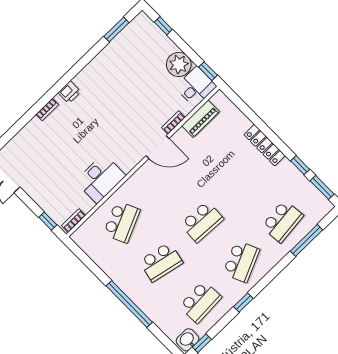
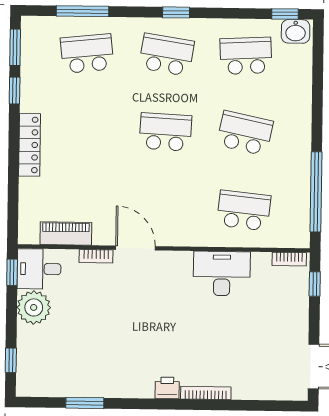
window: (116, 30) -> (85, 403), moved
bookcase: (47, 109) -> (206, 393), width x1.56
school desk: (122, 222) -> (244, 210), turned 30
school desk: (241, 262) -> (167, 55), turned 33
window: (243, 303) -> (176, 12), moved
window: (129, 304) -> (316, 192), moved

